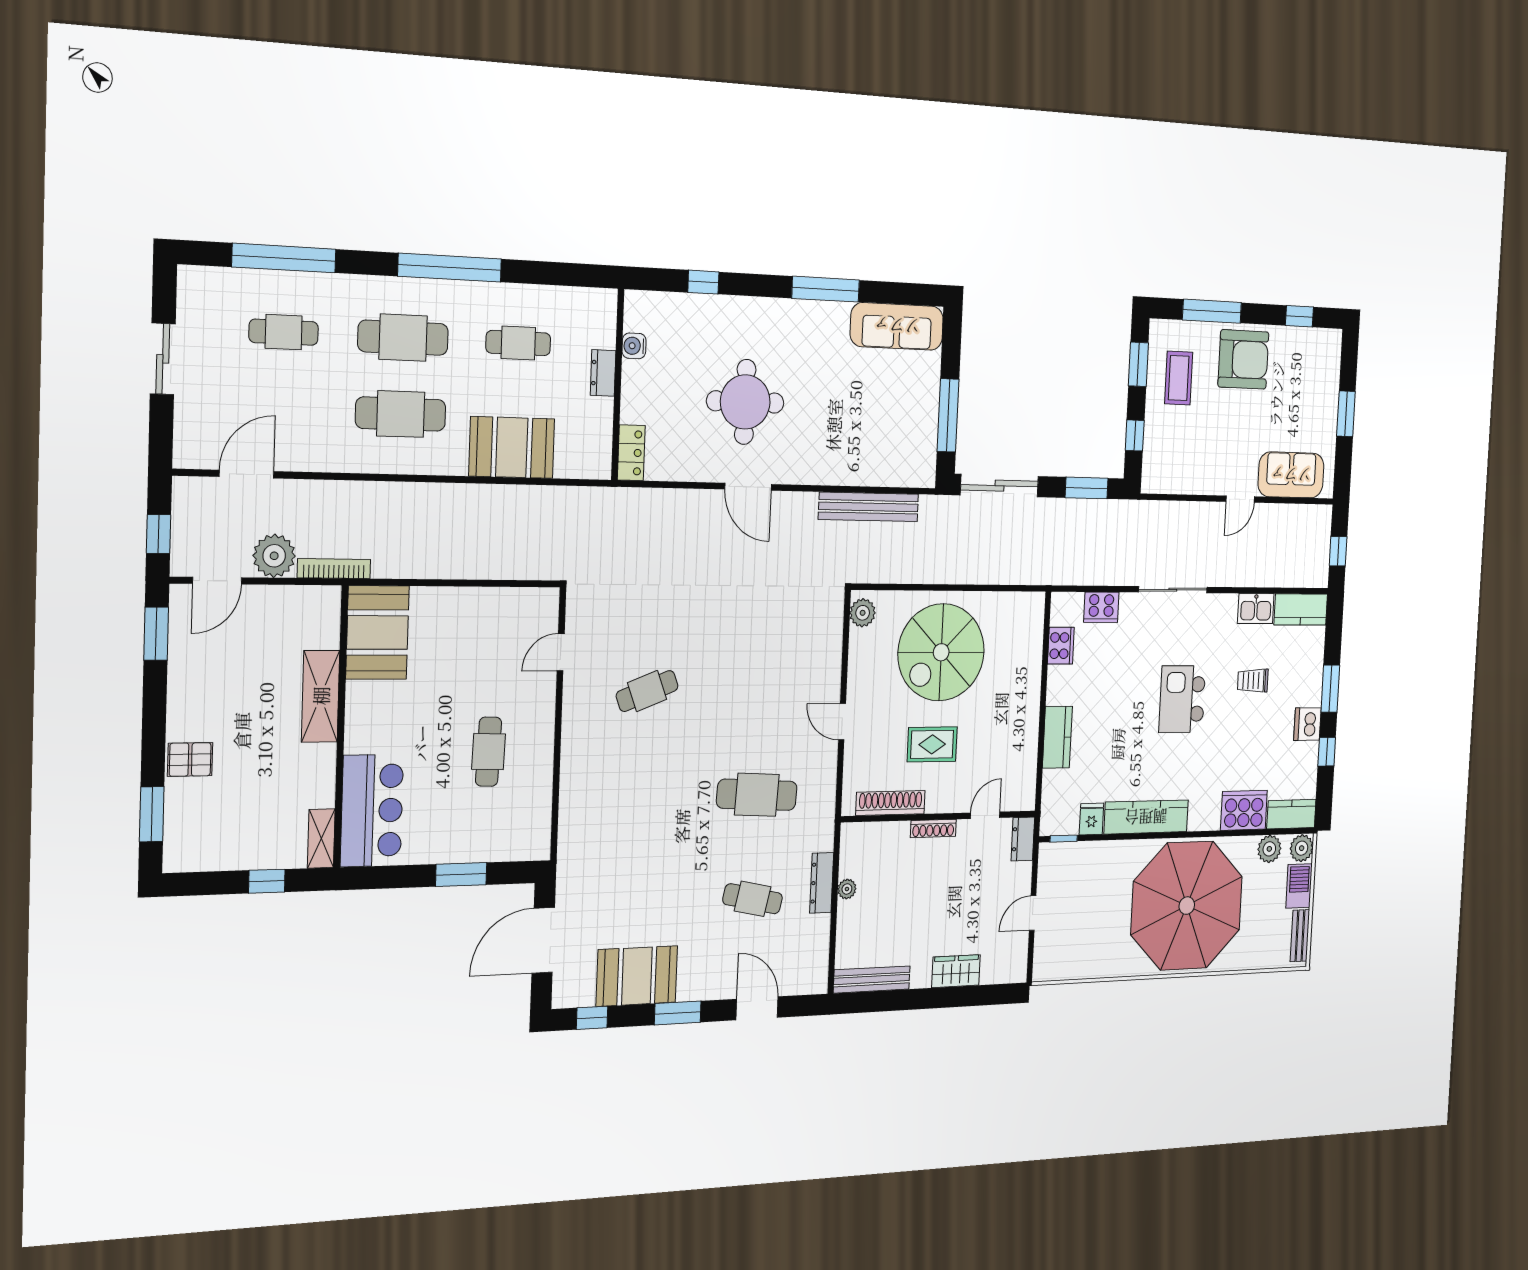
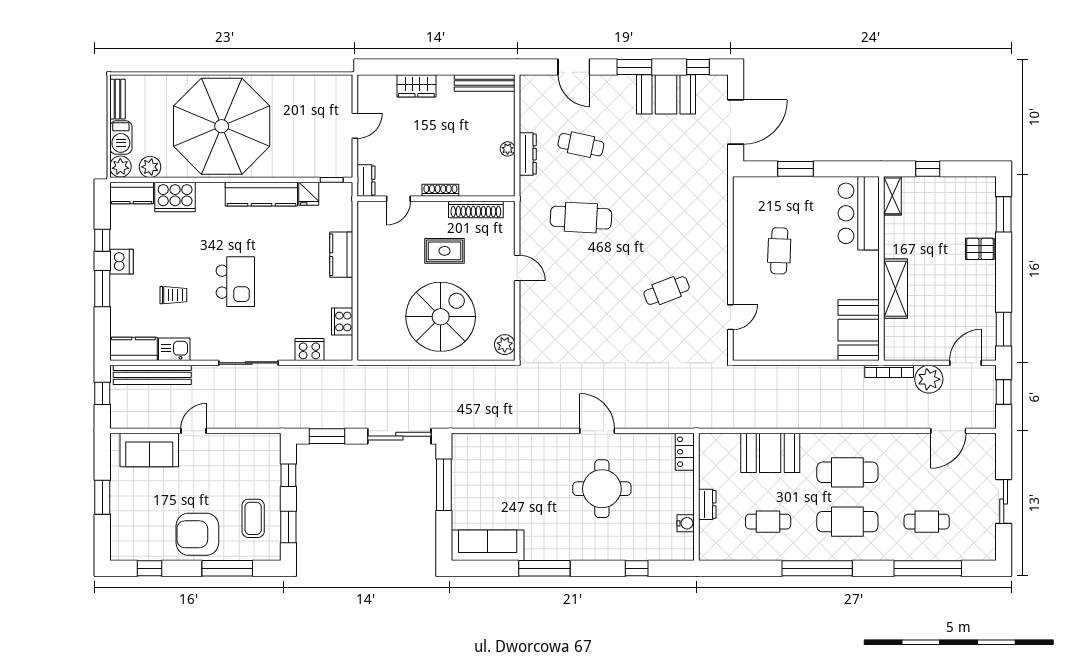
bench: (869, 507) -> (152, 375), moved

